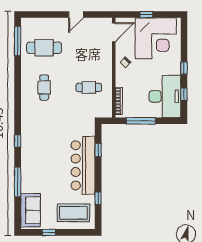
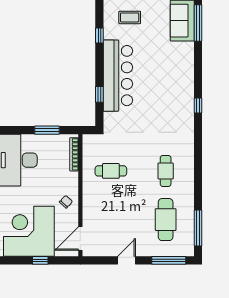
window: (41, 14) -> (169, 260), added
cafe table: (44, 48) -> (166, 220), turned 90
window: (141, 121) -> (47, 130), width x0.69
window: (18, 182) -> (198, 23), moved
coffee table: (73, 213) -> (130, 17), width x0.54, depth x0.58

